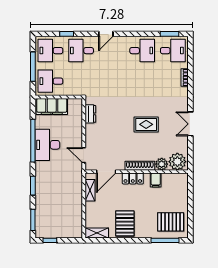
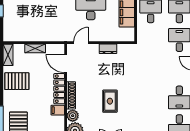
dresser: (90, 114) -> (108, 49), moved
locker: (133, 178) -> (59, 89), width x1.53
shelving: (90, 190) -> (35, 48), moved

